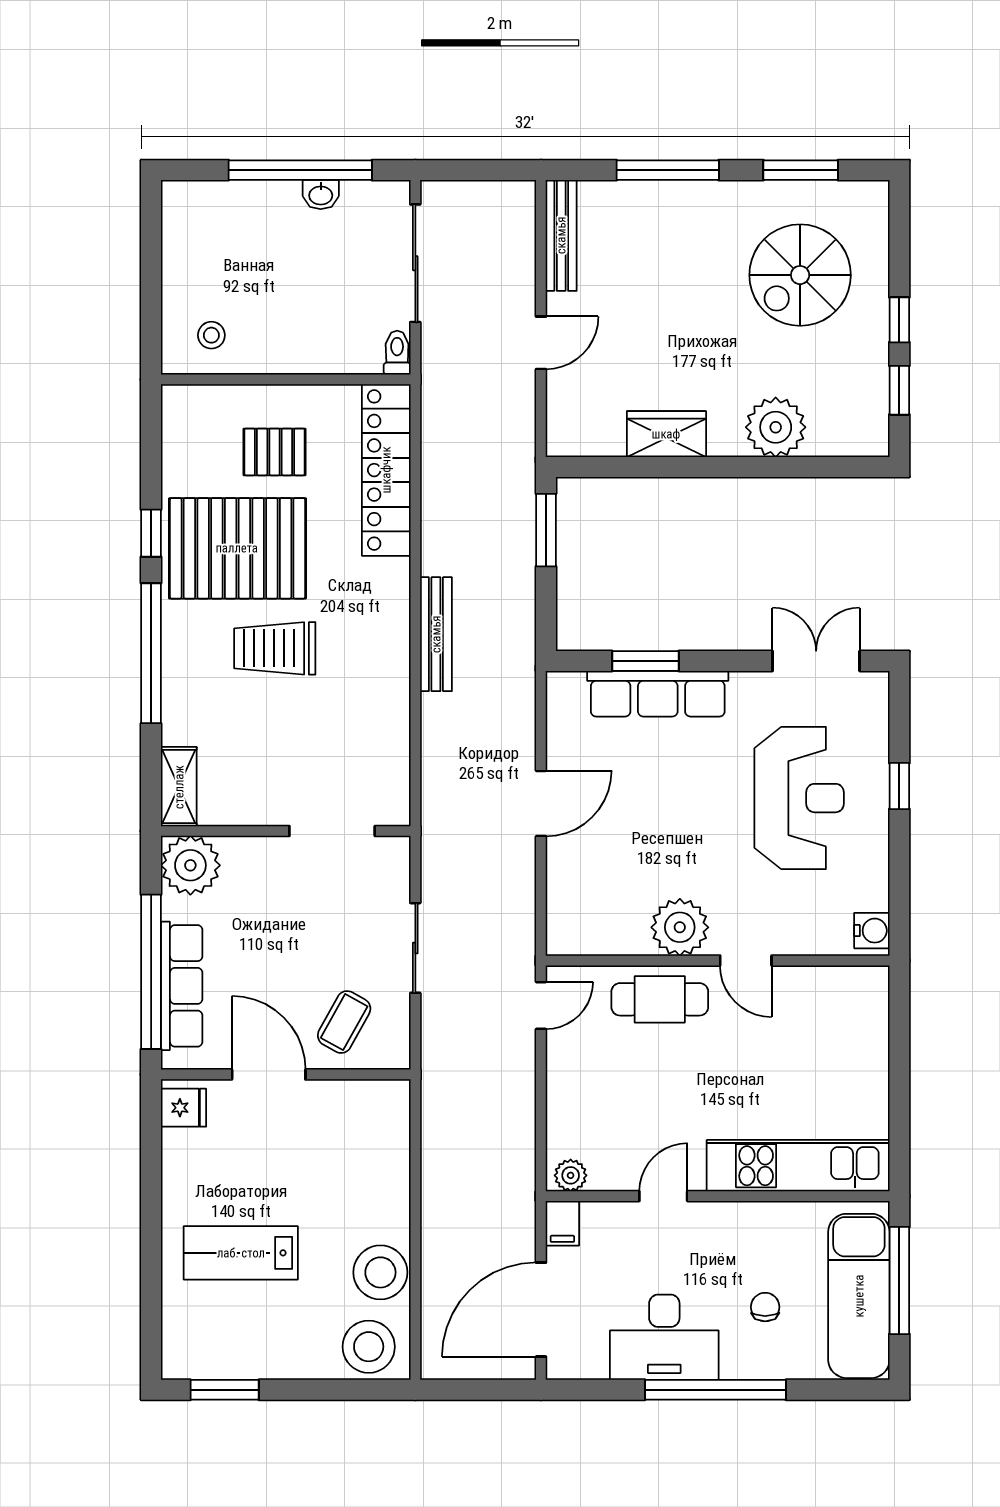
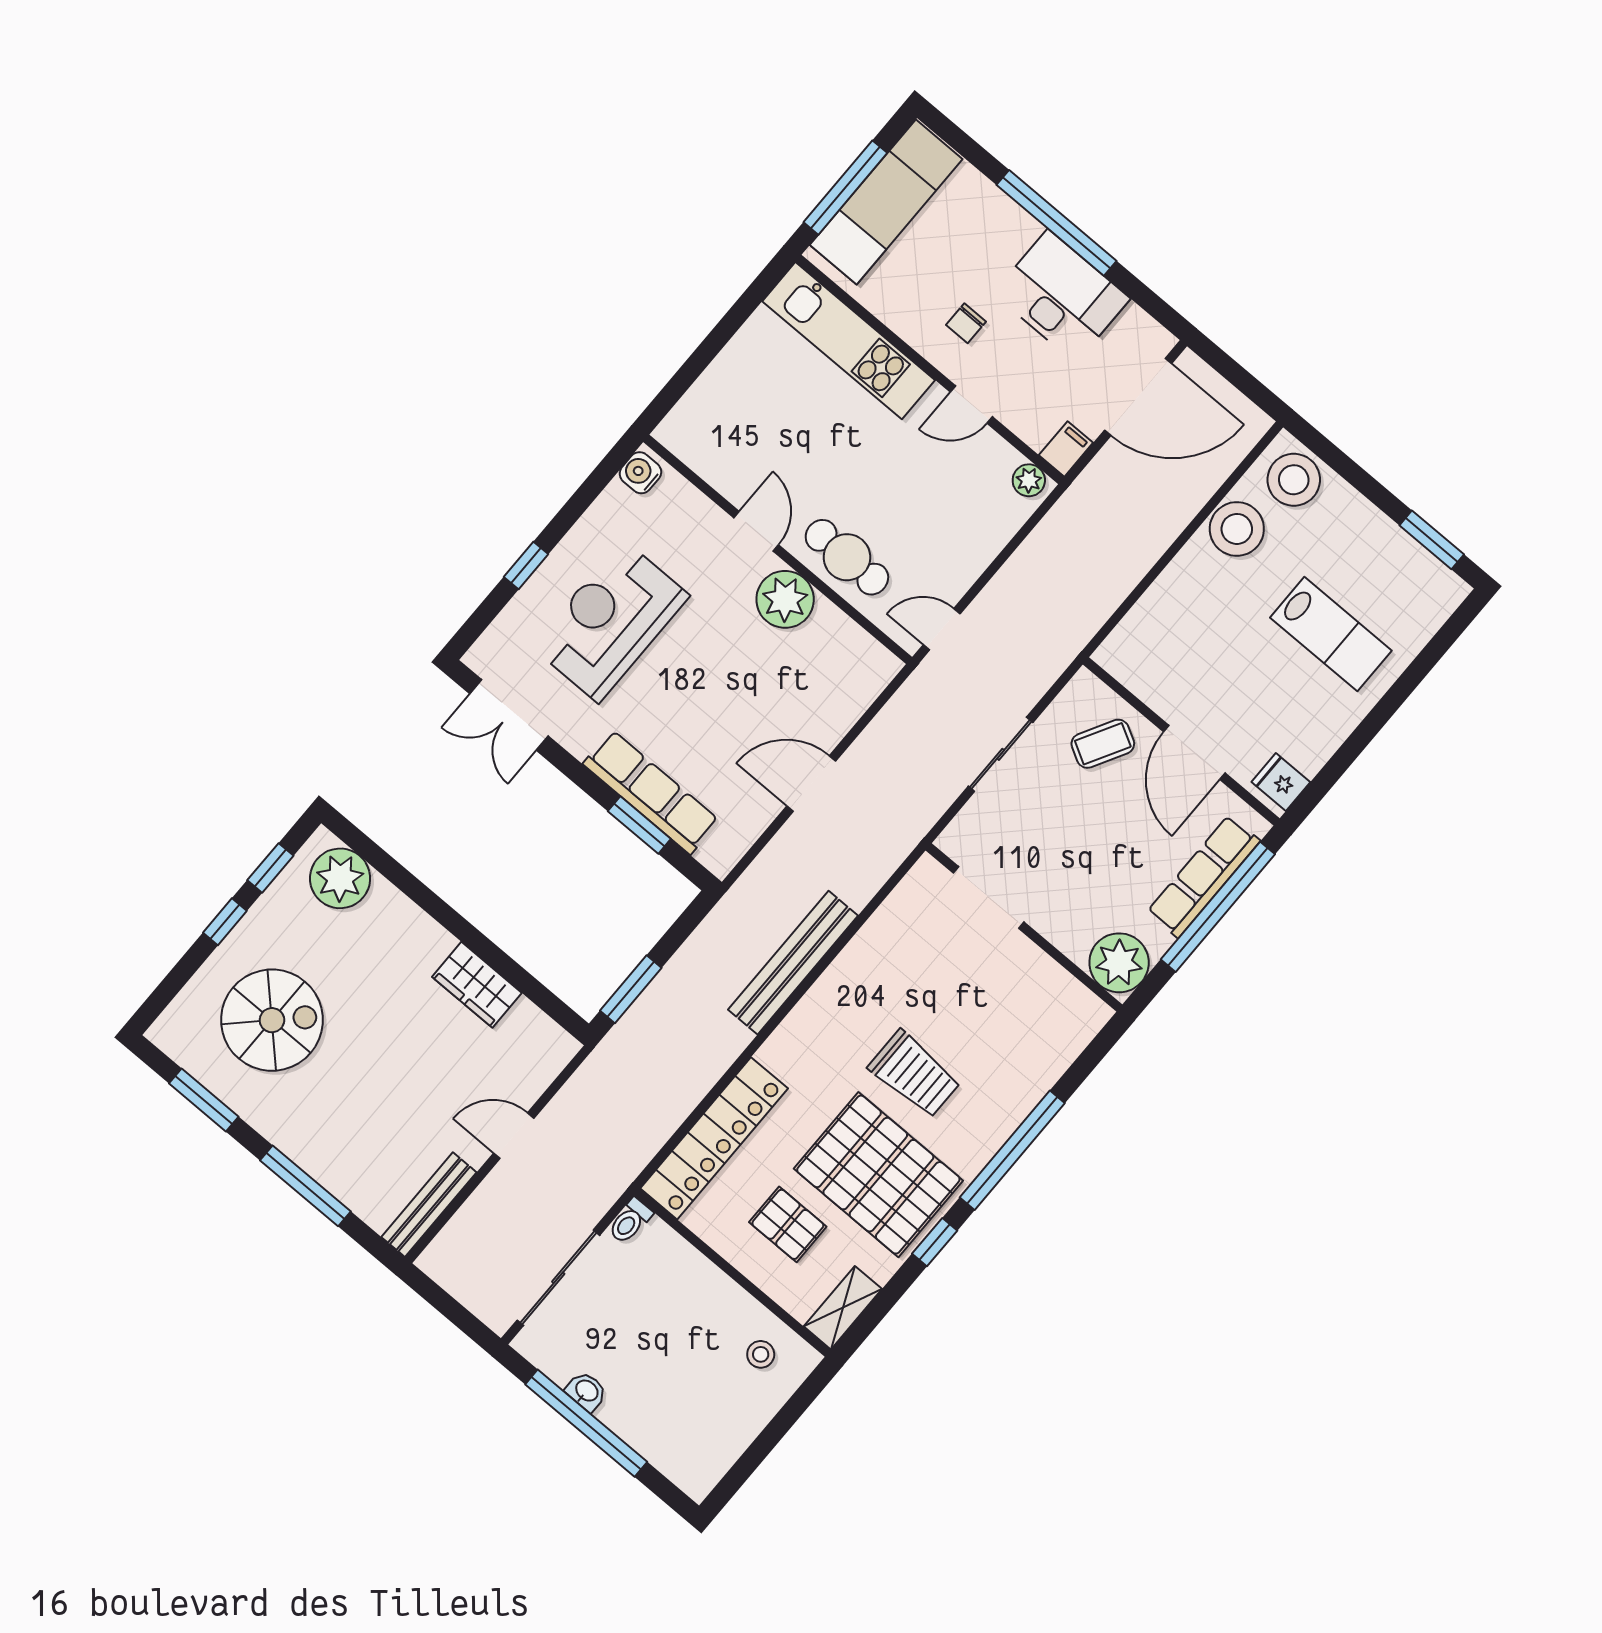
plant: (776, 427) -> (340, 878), moved
bench: (436, 634) -> (793, 963), width x1.37, depth x1.21
shelving: (179, 787) -> (843, 1308), moved
chair: (765, 1307) -> (966, 323), moved

